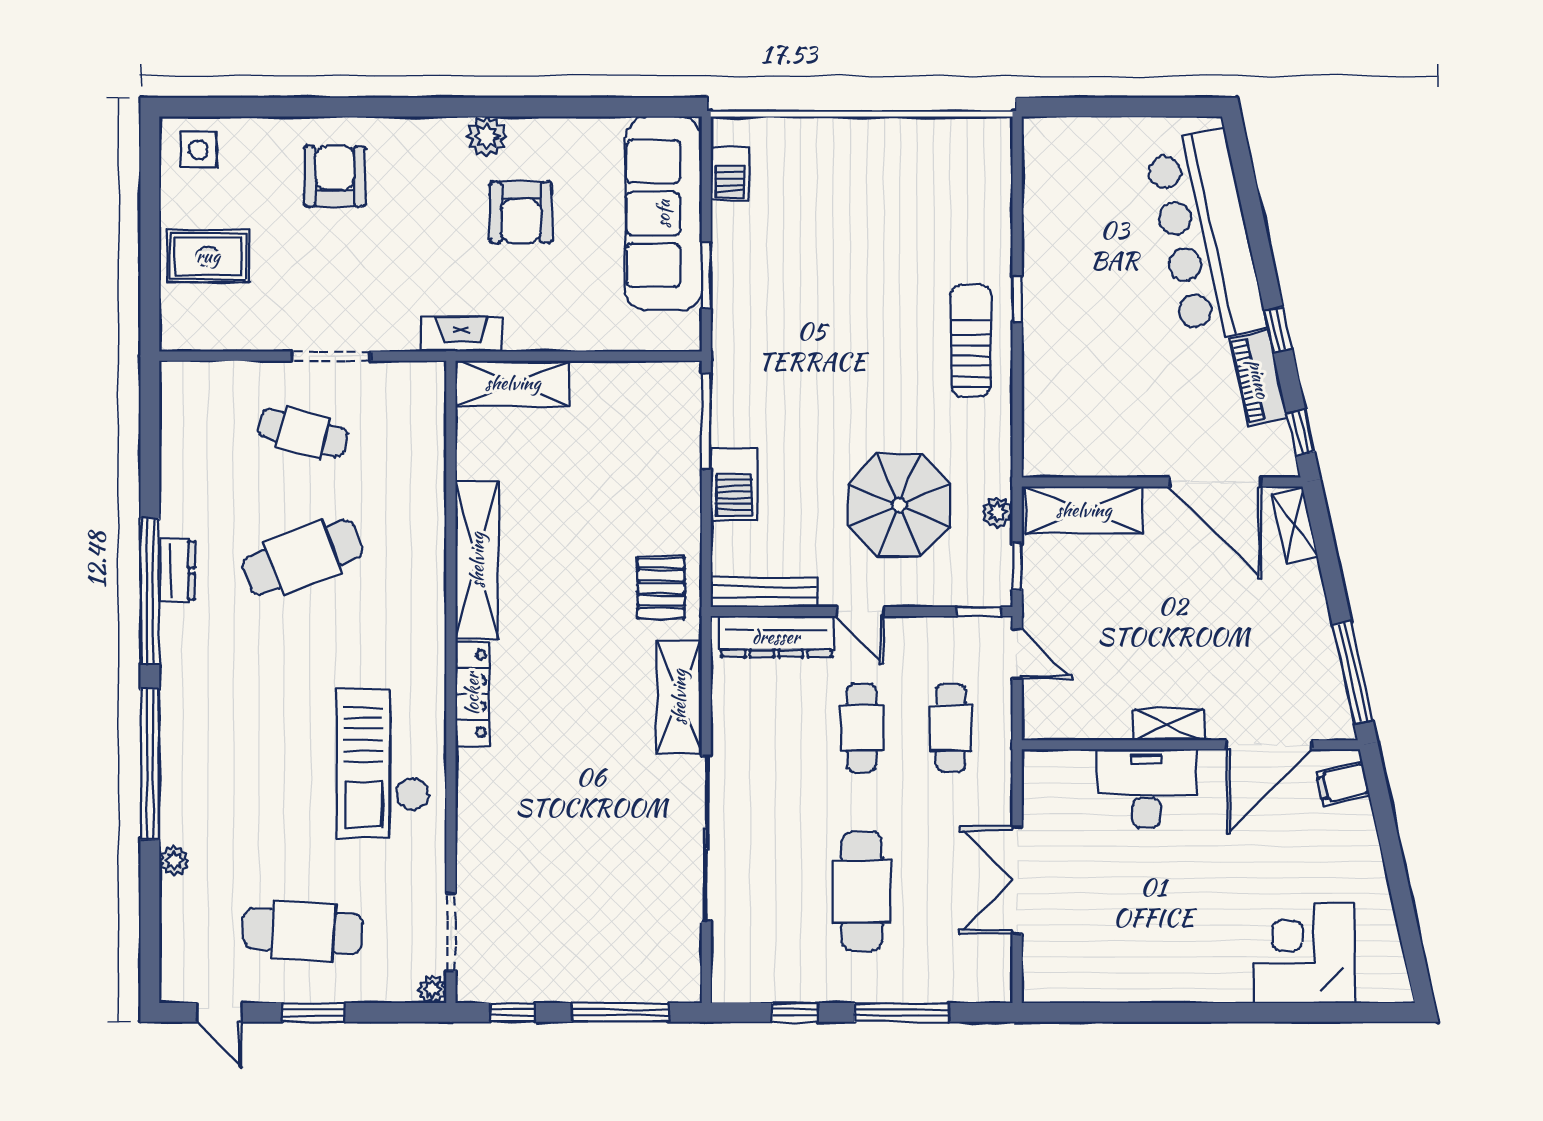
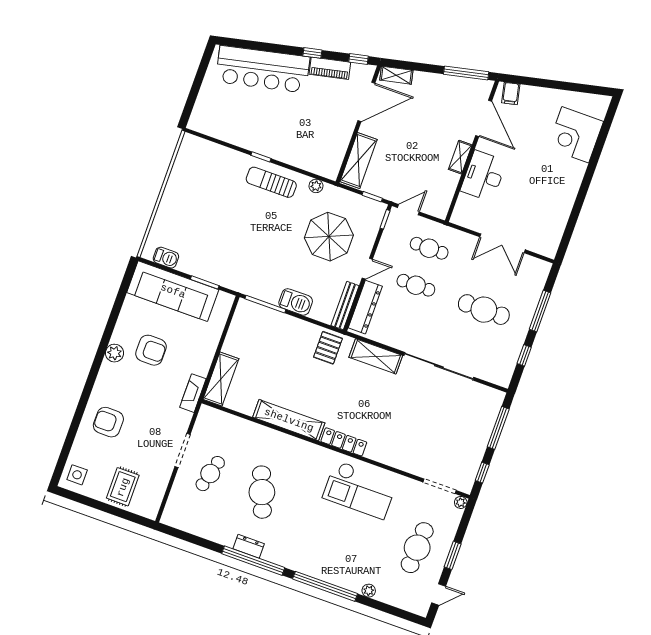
plant: (997, 512) -> (316, 186), moved
pallet: (661, 588) -> (328, 348), turned 90

